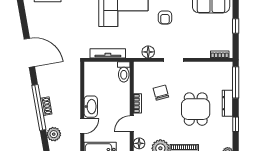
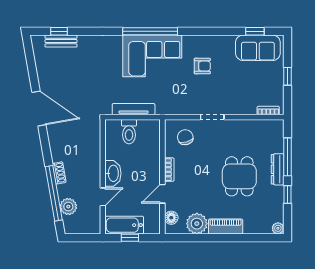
armchair: (165, 18) -> (202, 66), turned -90
floor lamp: (148, 52) -> (182, 108), removed
toilet: (124, 72) -> (129, 132), moved
window: (236, 82) -> (287, 157), moved
chair: (161, 93) -> (185, 137), moved
window: (39, 107) -> (54, 193), moved

